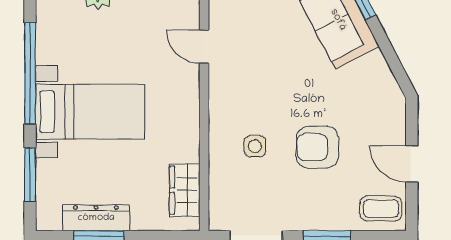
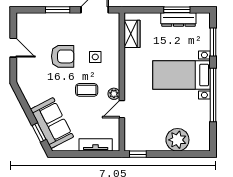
door: (204, 47) -> (122, 109), swing flipped
plant: (219, 76) -> (114, 94), added
coffee table: (381, 209) -> (87, 90), moved

